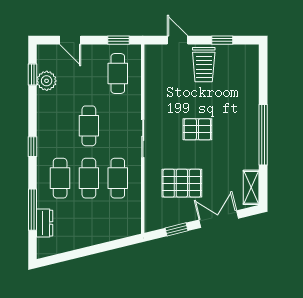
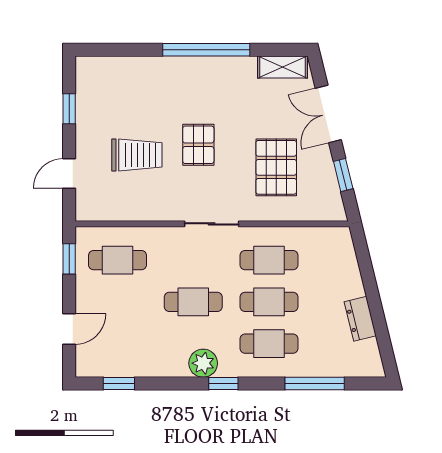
trolley: (204, 65) -> (137, 155), moved
plant: (47, 81) -> (203, 363), moved
dresser: (45, 223) -> (360, 319), moved, turned -104

